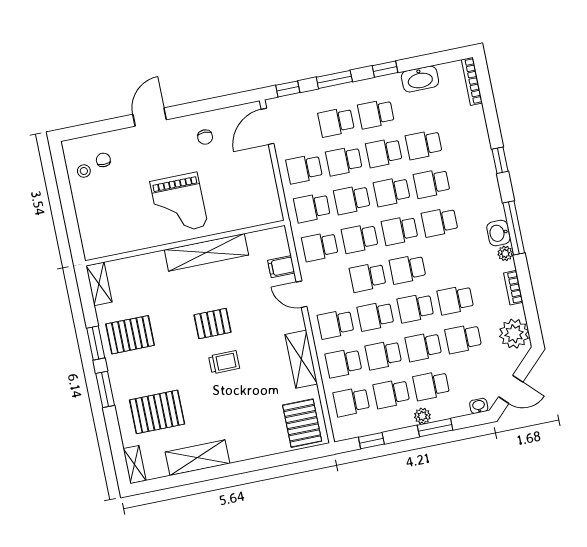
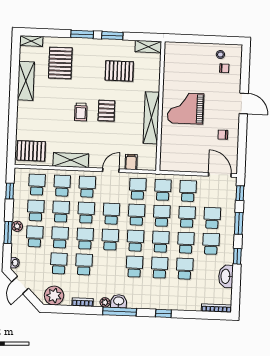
pallet: (130, 335) -> (119, 71), moved, turned 90

